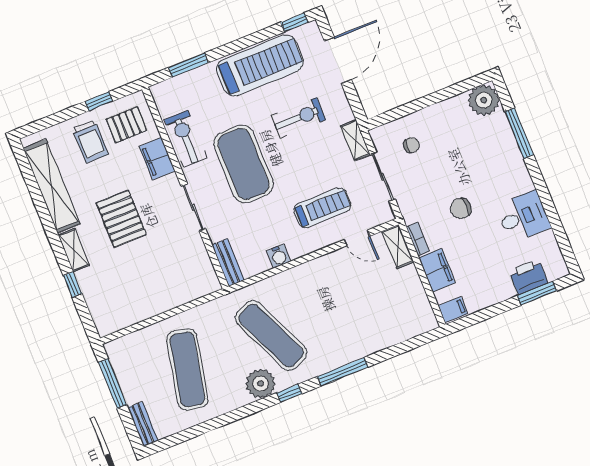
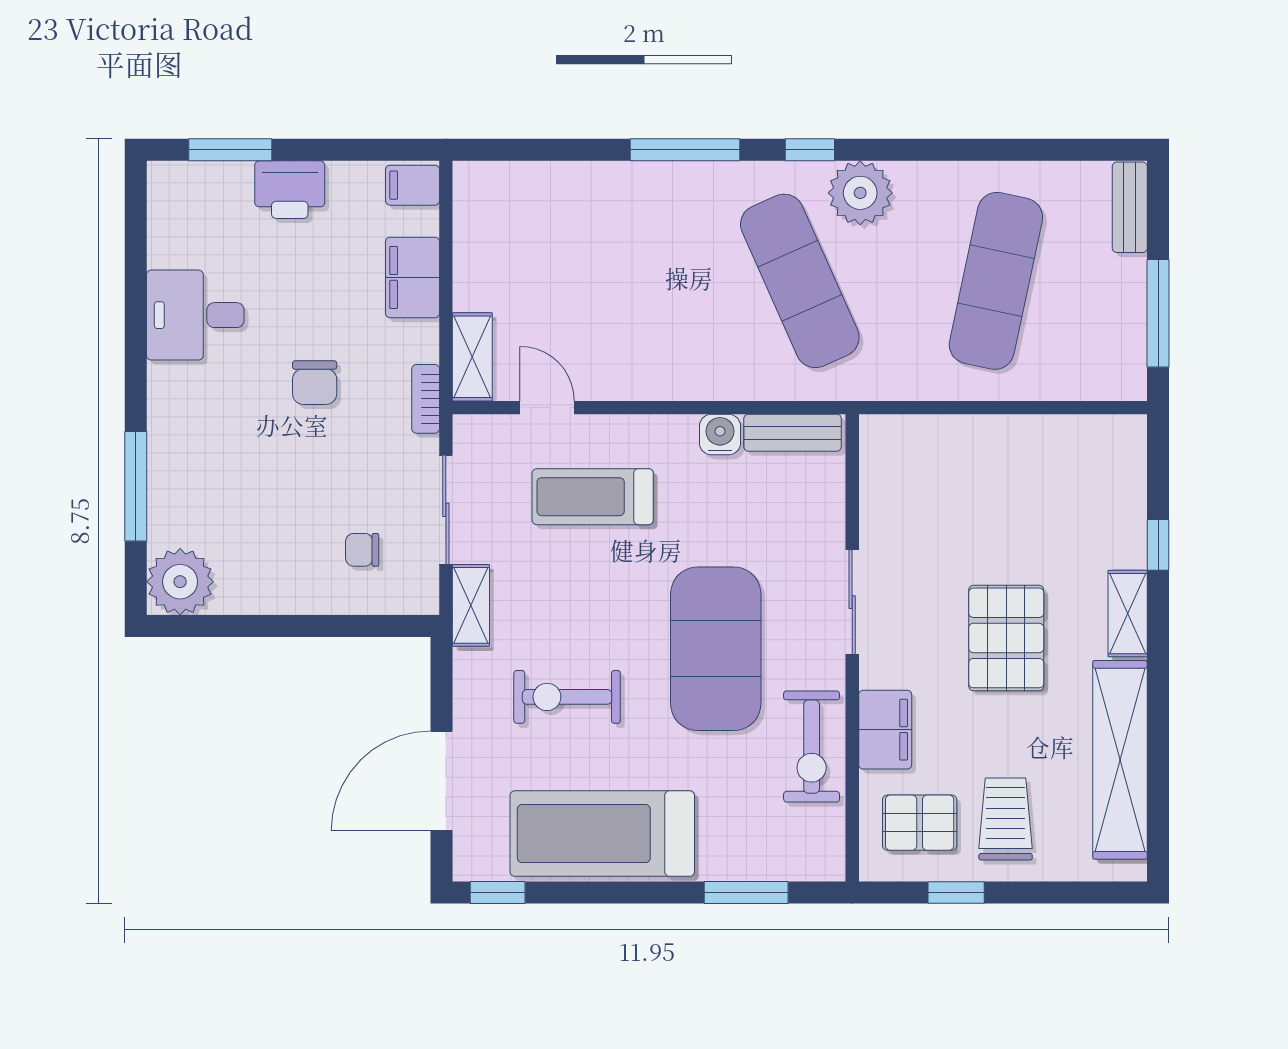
chair: (461, 208) -> (315, 383), turned 90
bookcase: (418, 239) -> (426, 399), moved
bench: (228, 263) -> (793, 433), moved, turned 90
printer: (528, 277) -> (290, 190), moved

